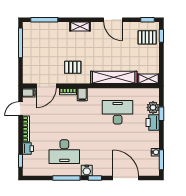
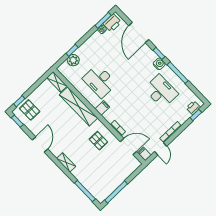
filing cabinet: (82, 95) -> (102, 108), moved
door: (20, 109) -> (161, 149), hinge flipped
printer: (153, 122) -> (112, 23), moved
printer: (28, 149) -> (193, 108), moved

